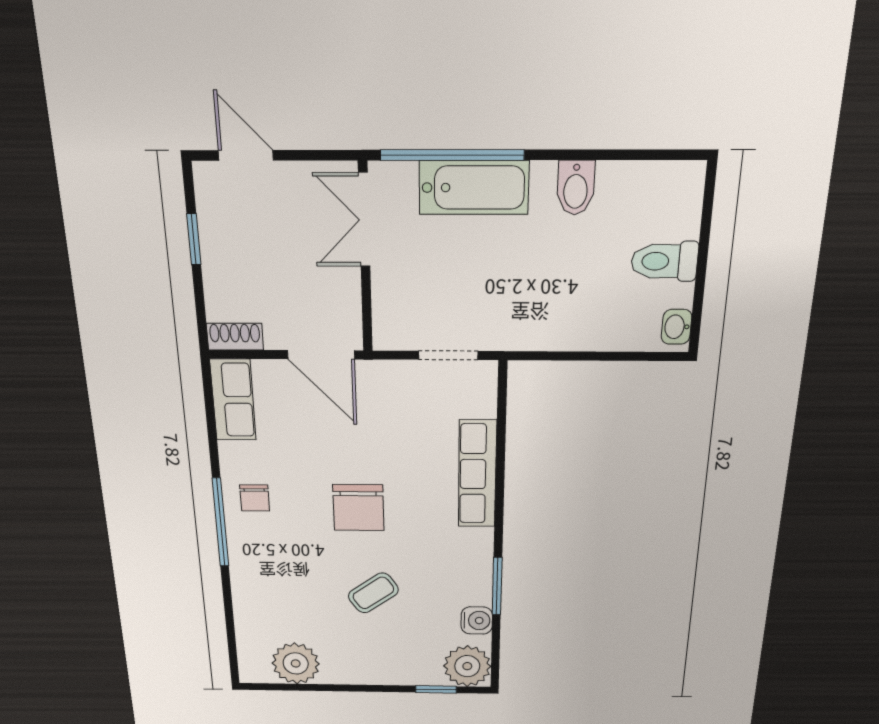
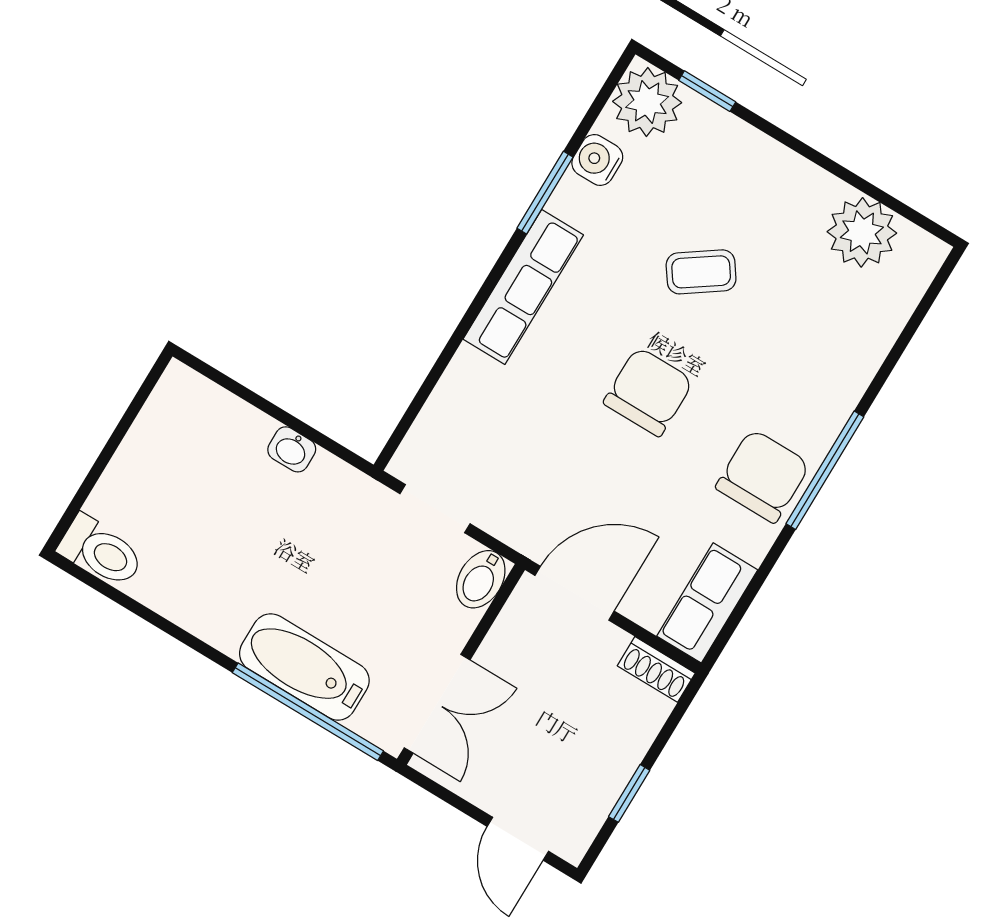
bidet: (576, 188) -> (481, 579), moved, turned 180
toilet: (664, 261) -> (101, 551), moved
washbasin: (677, 327) -> (292, 449), moved, turned 90
door: (321, 355) -> (575, 593), hinge flipped
row of seats: (477, 474) -> (523, 287), moved
chair: (255, 498) -> (763, 476), width x1.87, depth x1.87

